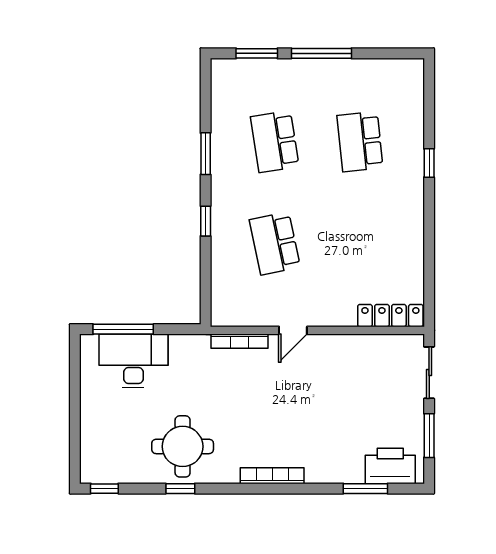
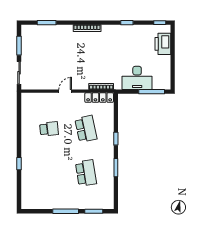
school desk: (360, 142) -> (49, 129), moved, width x0.54
locker: (390, 316) -> (99, 98), moved
door: (293, 330) -> (65, 91), moved
desk: (133, 361) -> (137, 78), moved
round table: (183, 446) -> (126, 41), removed
printer: (390, 466) -> (163, 44), moved, turned 90

